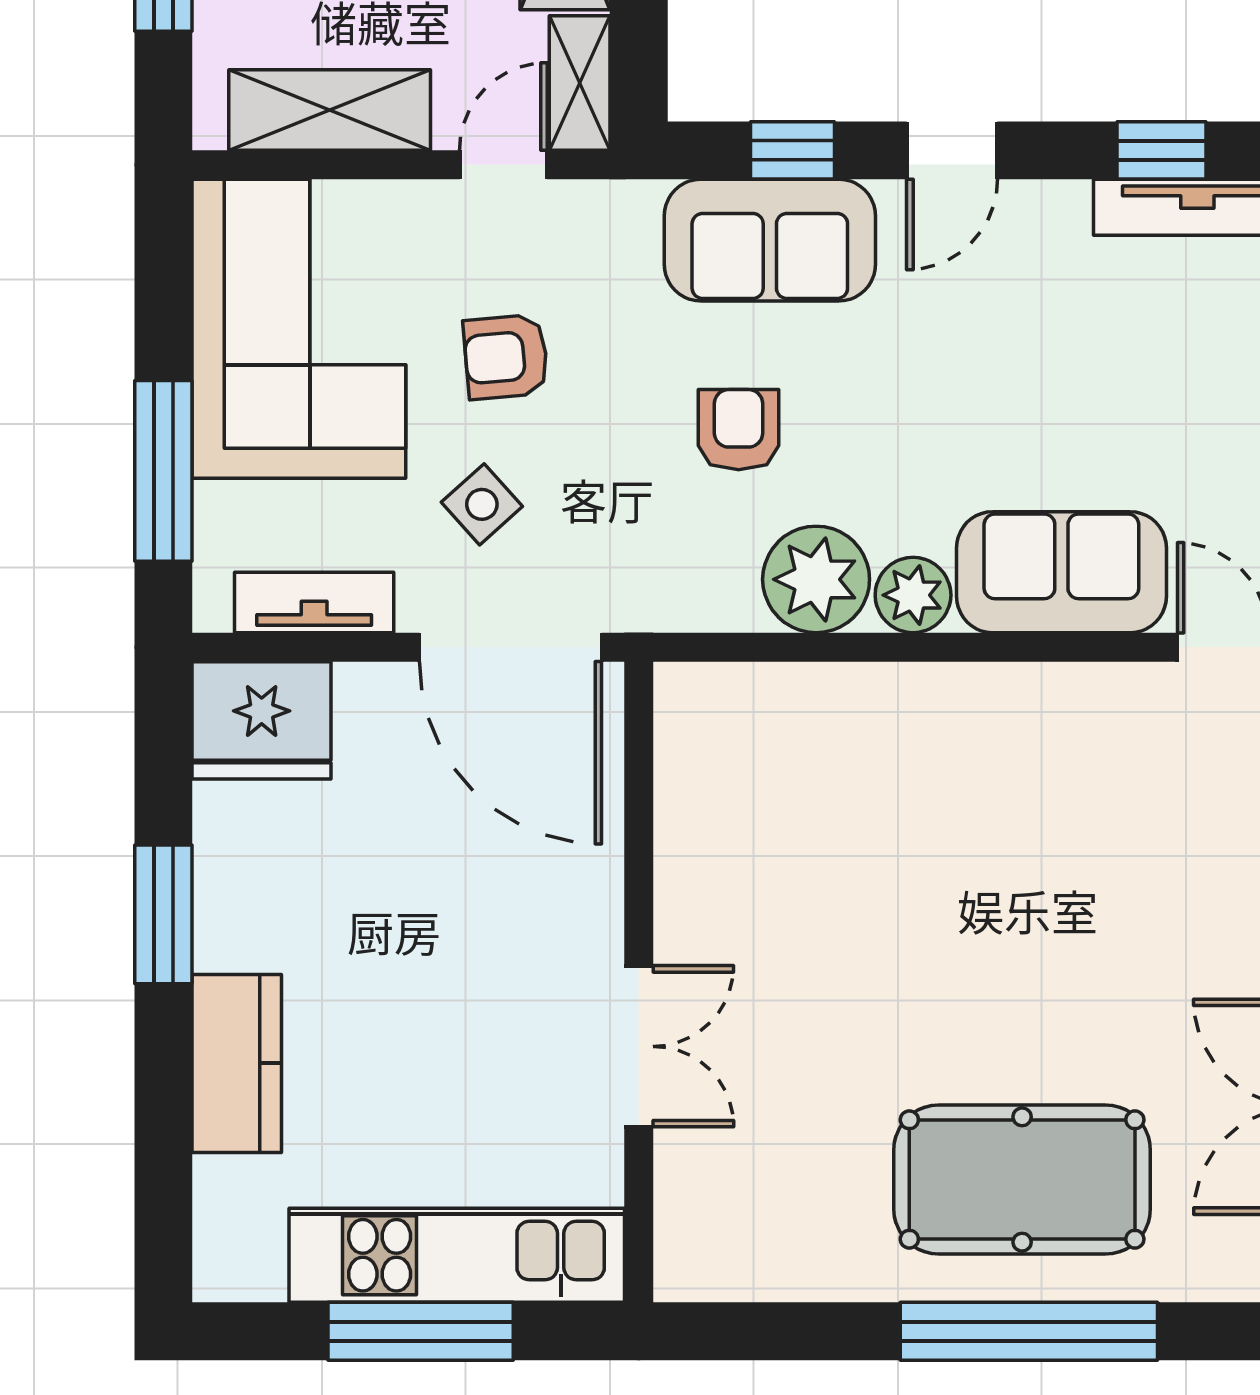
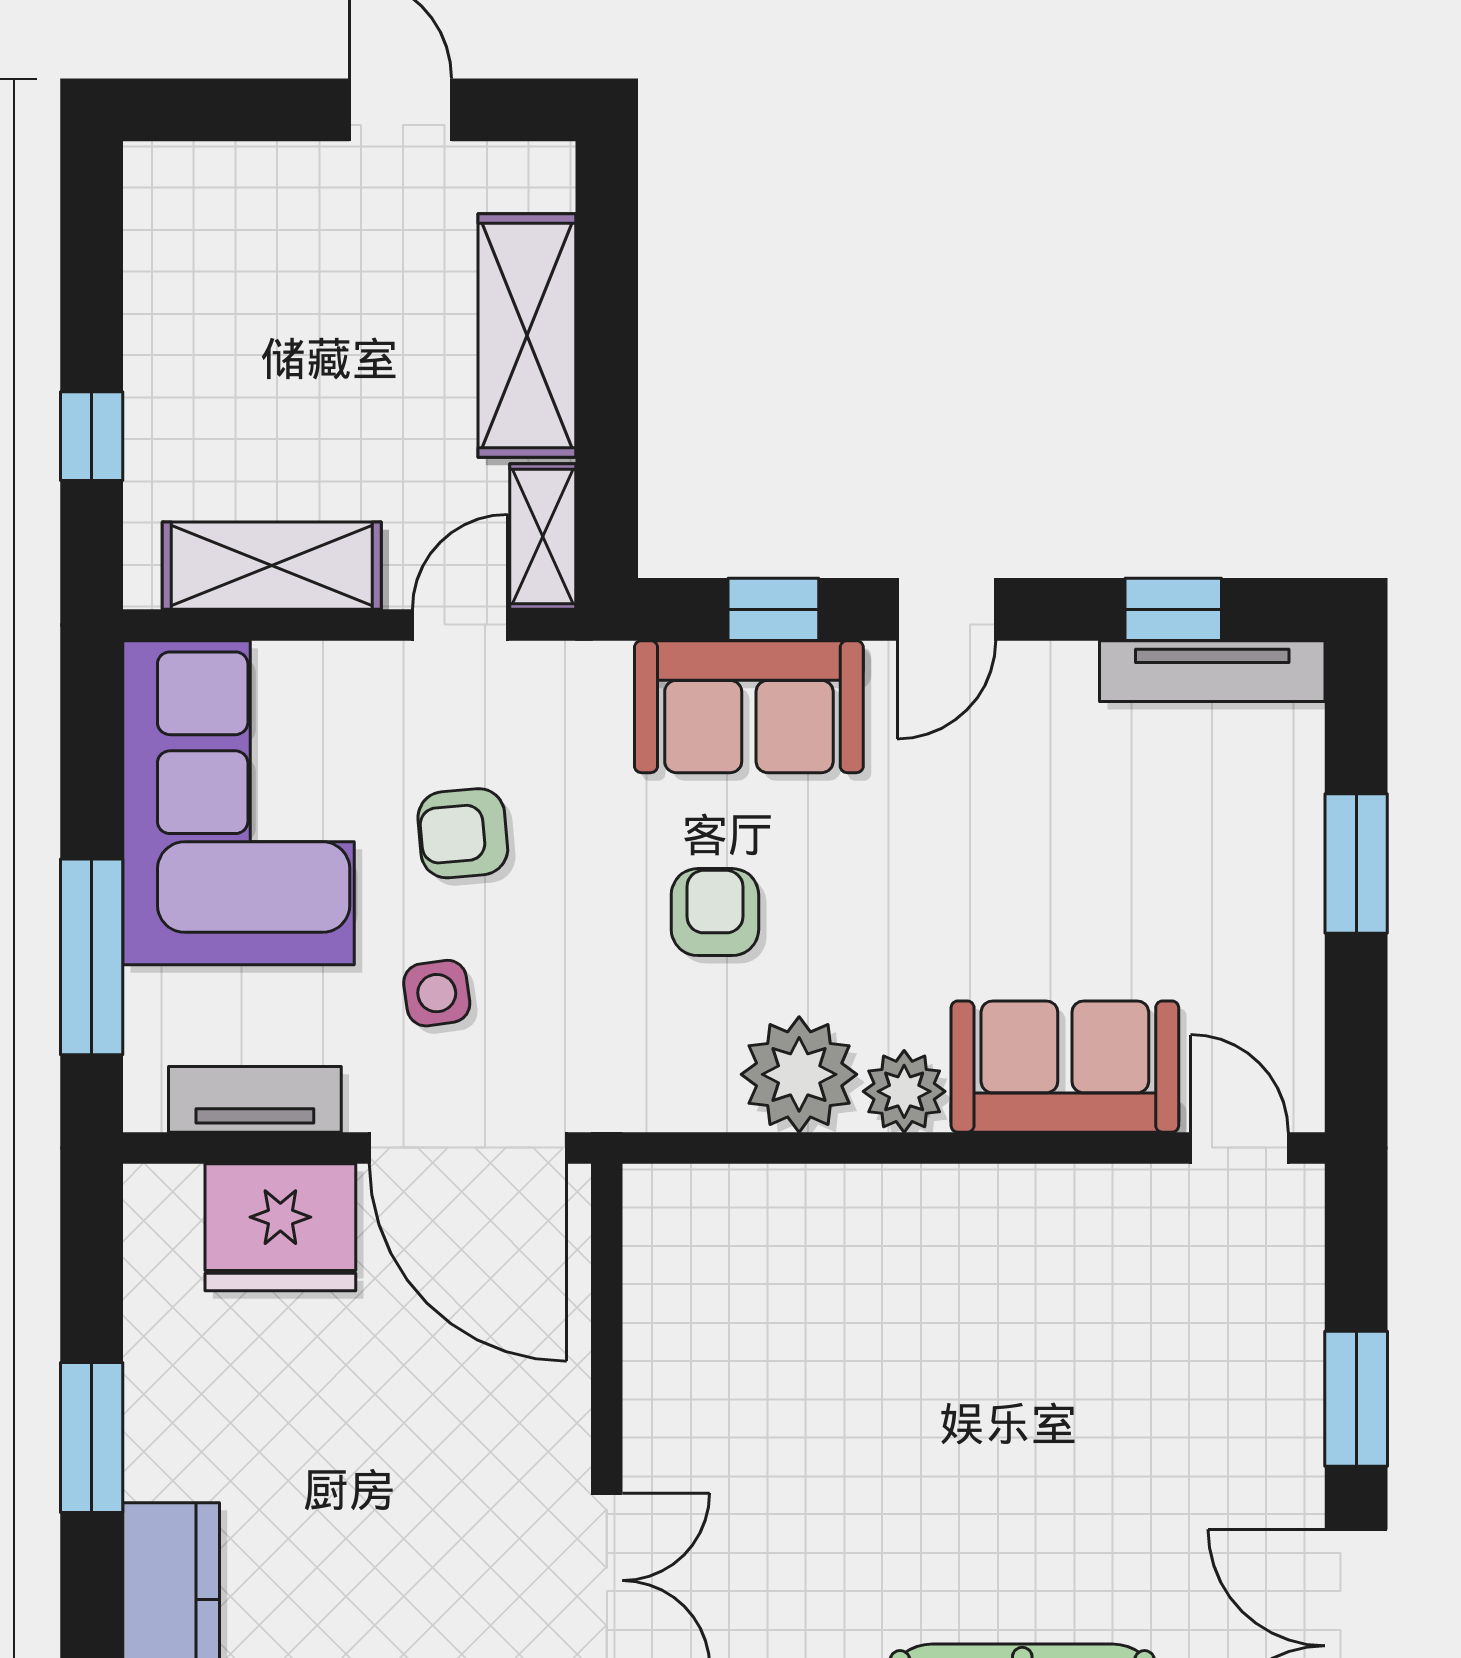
side table: (482, 504) -> (437, 993), turned 34
fridge: (262, 720) -> (280, 1227), moved

